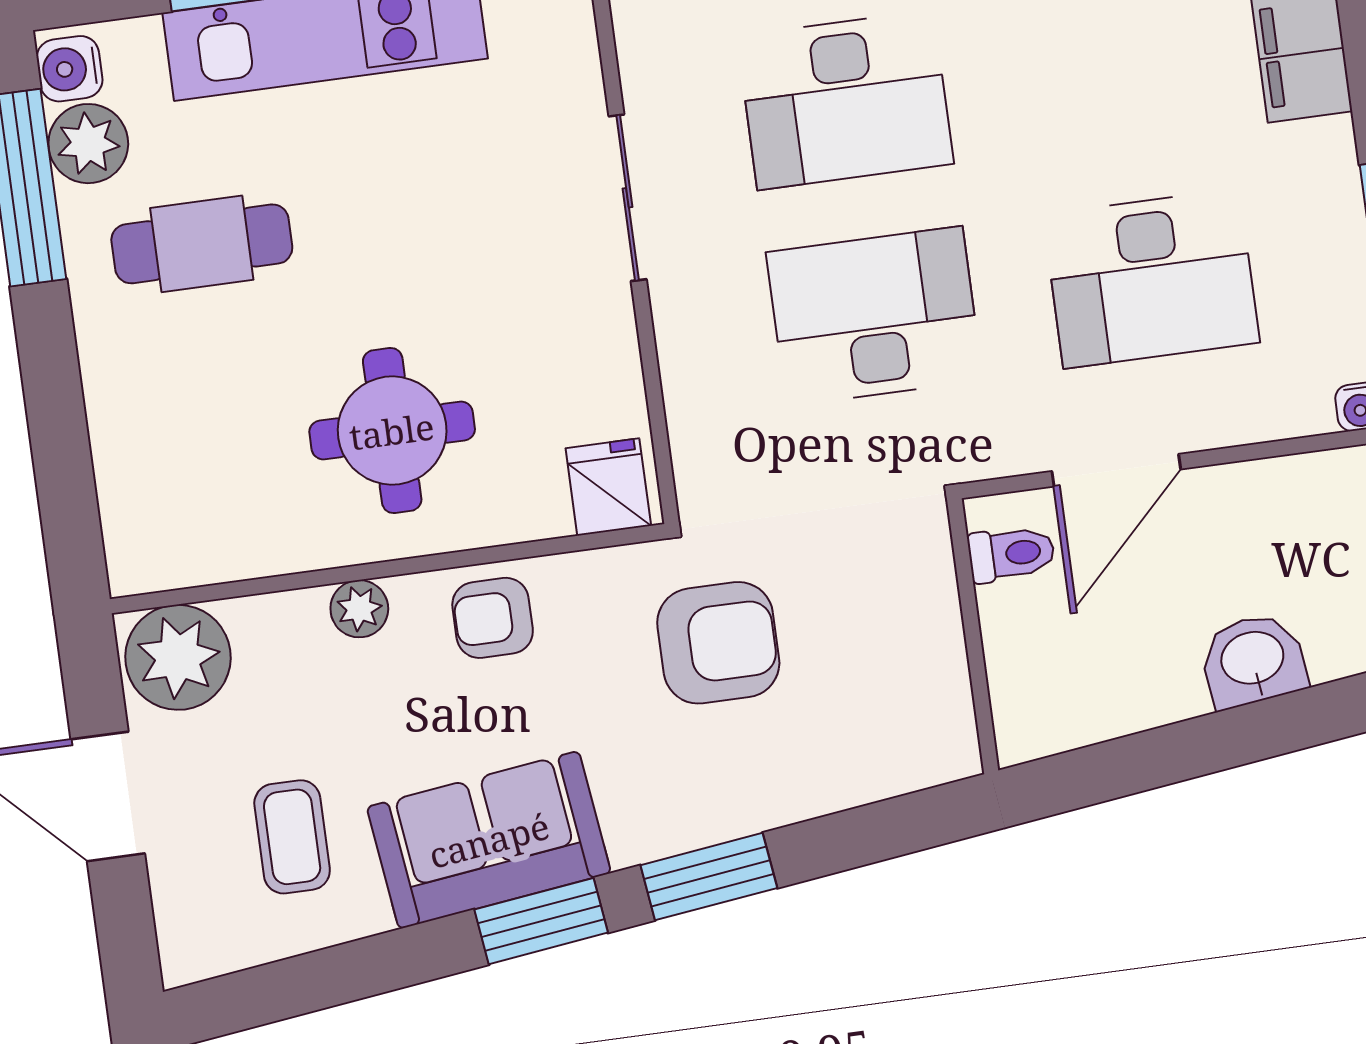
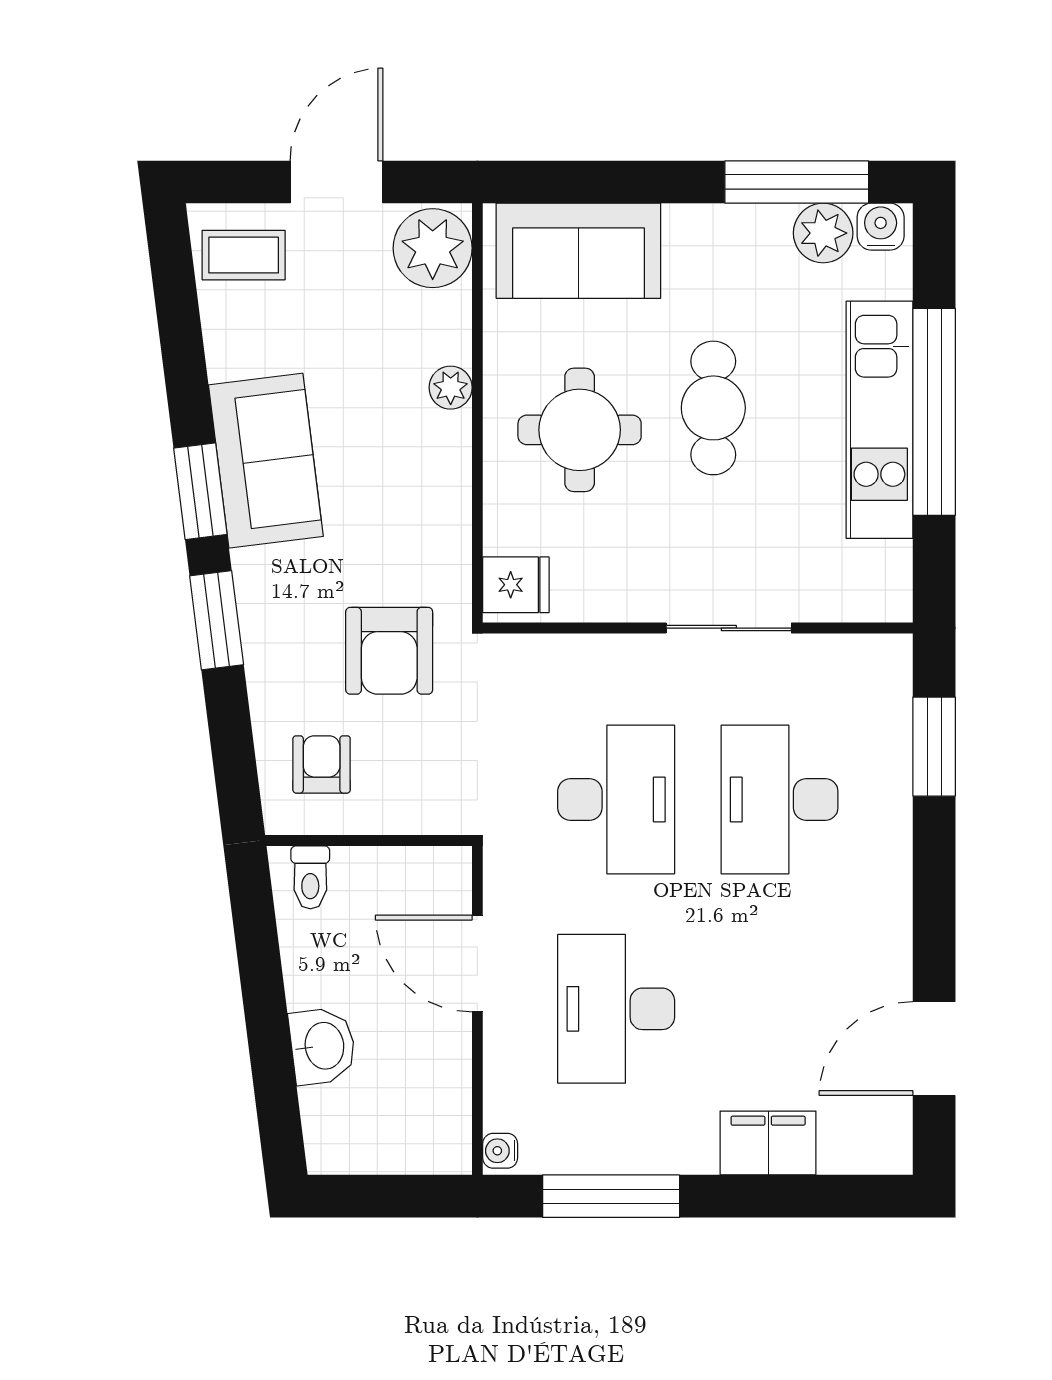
cafe table: (202, 244) -> (713, 408), moved
sofa: (156, 464) -> (578, 251), added
toilet: (1011, 554) -> (310, 877), moved
armchair: (493, 618) -> (322, 764), moved
coffee table: (292, 837) -> (244, 255), moved

